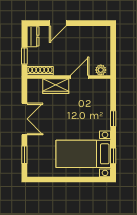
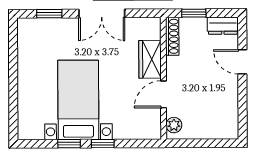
door: (80, 77) -> (164, 94), swing flipped
bed with nightstands: (83, 154) -> (78, 100), moved
window: (113, 156) -> (69, 144), moved

